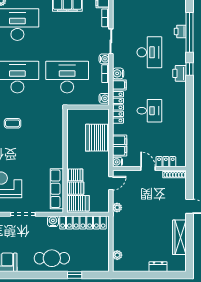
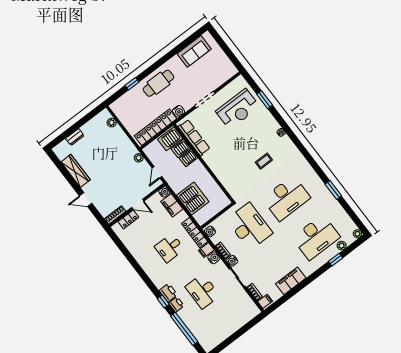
printer: (180, 31) -> (176, 304), moved
desk: (67, 77) -> (249, 226), turned -90

